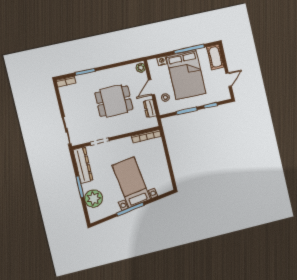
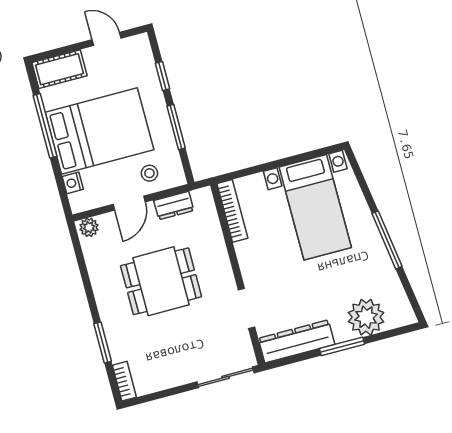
door: (152, 87) -> (129, 203), hinge flipped
dining table: (114, 101) -> (161, 281), turned 90
bed with nightstands: (131, 182) -> (315, 207), moved, turned -82

